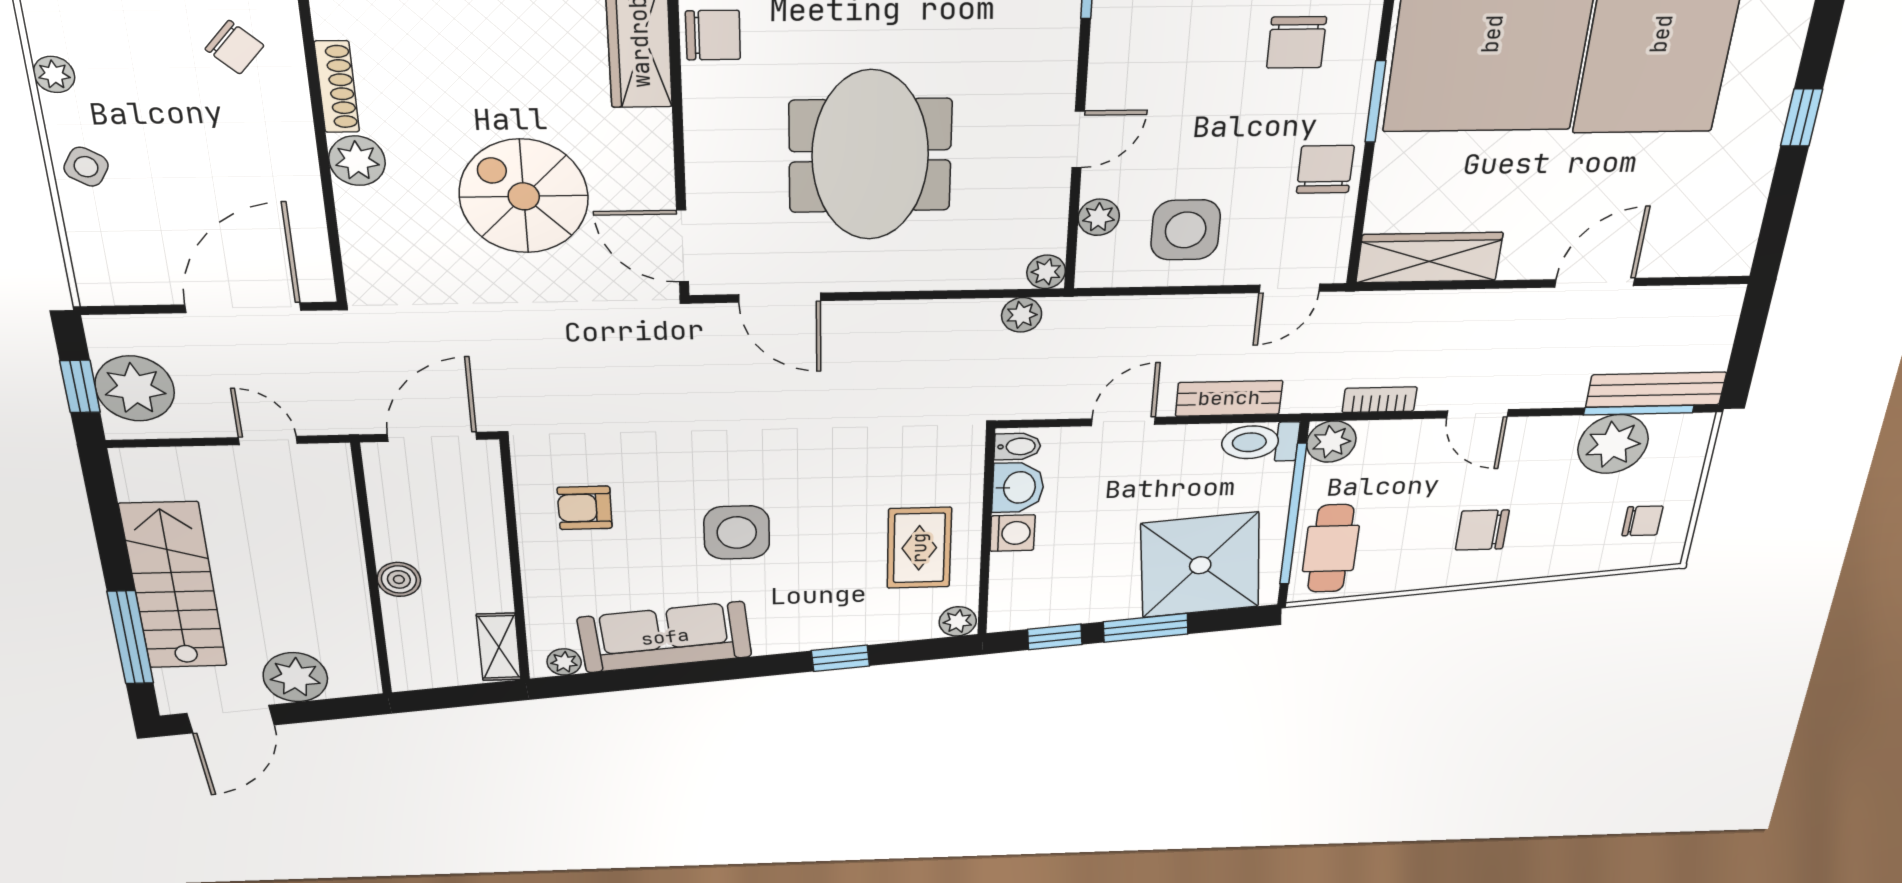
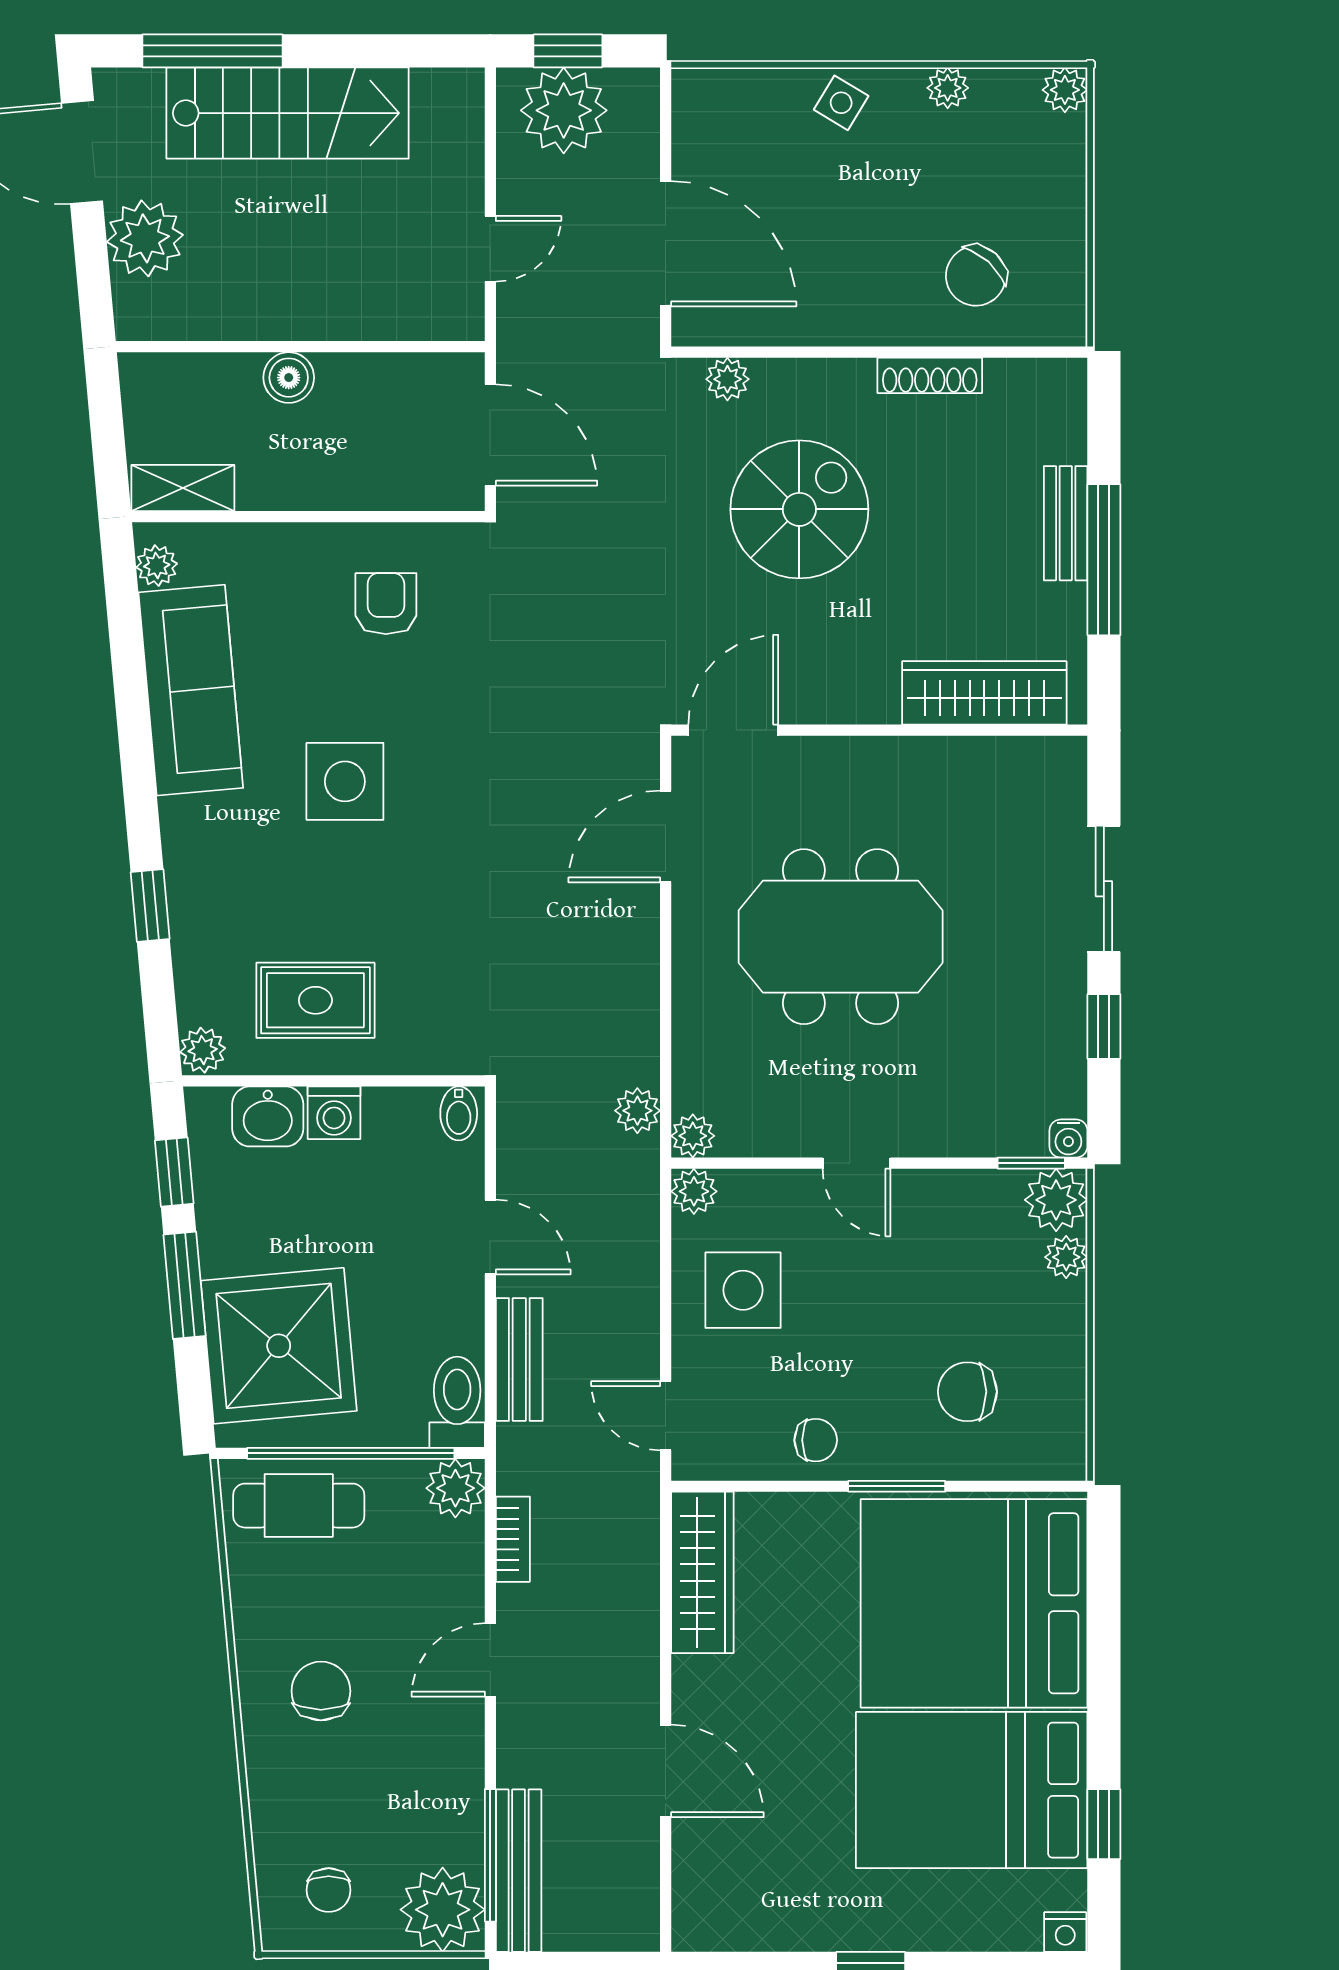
chair: (713, 35) -> (983, 770), removed
chair: (234, 47) -> (976, 276), width x1.37, depth x1.37
plant: (357, 161) -> (727, 379), moved, width x0.73, depth x0.73
chair: (1325, 169) -> (816, 1440), width x0.73, depth x0.73
spiral stairs: (524, 196) -> (799, 509), moved
plant: (1099, 217) -> (694, 1191), moved
plant: (1613, 444) -> (443, 1910), moved
washbasin: (1018, 487) -> (268, 1116), moved

